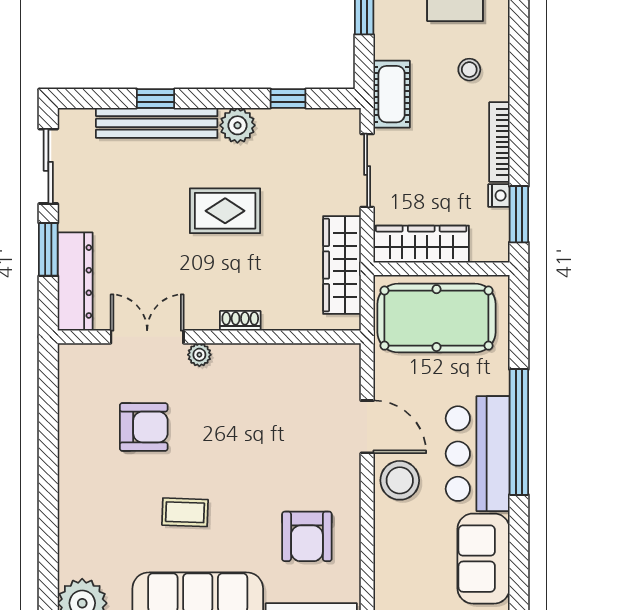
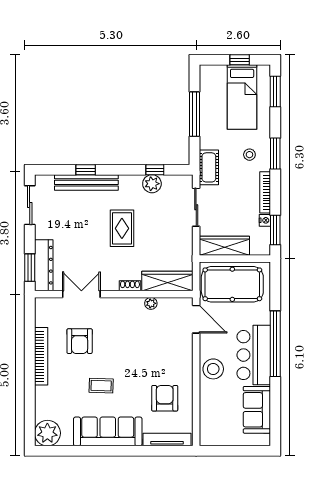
window: (519, 67) -> (275, 153), added
plant: (237, 125) -> (152, 184), moved
rug: (225, 211) -> (122, 228), turned 90
window: (48, 249) -> (30, 268), moved
wardrobe: (342, 265) -> (167, 281), moved, turned 90
plant: (199, 355) -> (151, 303), moved
armchair: (144, 427) -> (80, 341), turned 90
door: (367, 427) -> (196, 319), moved
bookcase: (70, 456) -> (41, 356), added
armchair: (307, 536) -> (165, 398), turned 180

